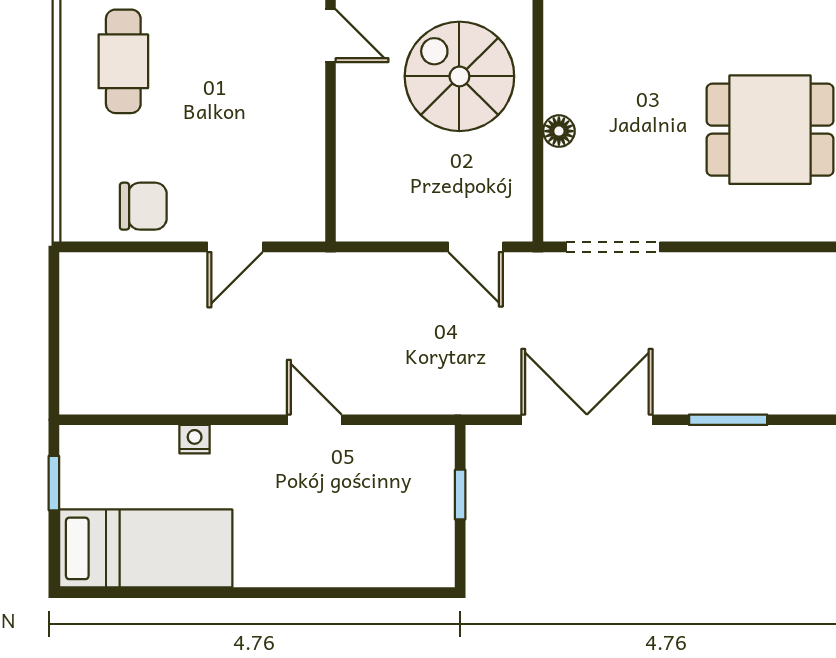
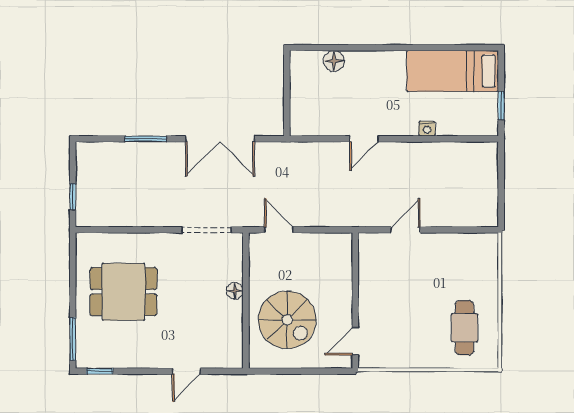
door: (330, 36) -> (355, 341), hinge flipped
chair: (143, 206) -> (454, 251), removed
door: (314, 420) -> (364, 139), hinge flipped
window: (460, 495) -> (287, 99), removed
floor lamp: (371, 567) -> (334, 61), added

